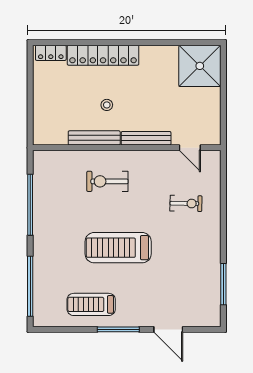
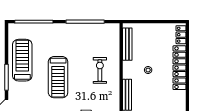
bench: (94, 138) -> (127, 44), moved
treadmill: (118, 248) -> (58, 77), turned 180
treadmill: (91, 304) -> (22, 60), width x1.37, depth x1.38

